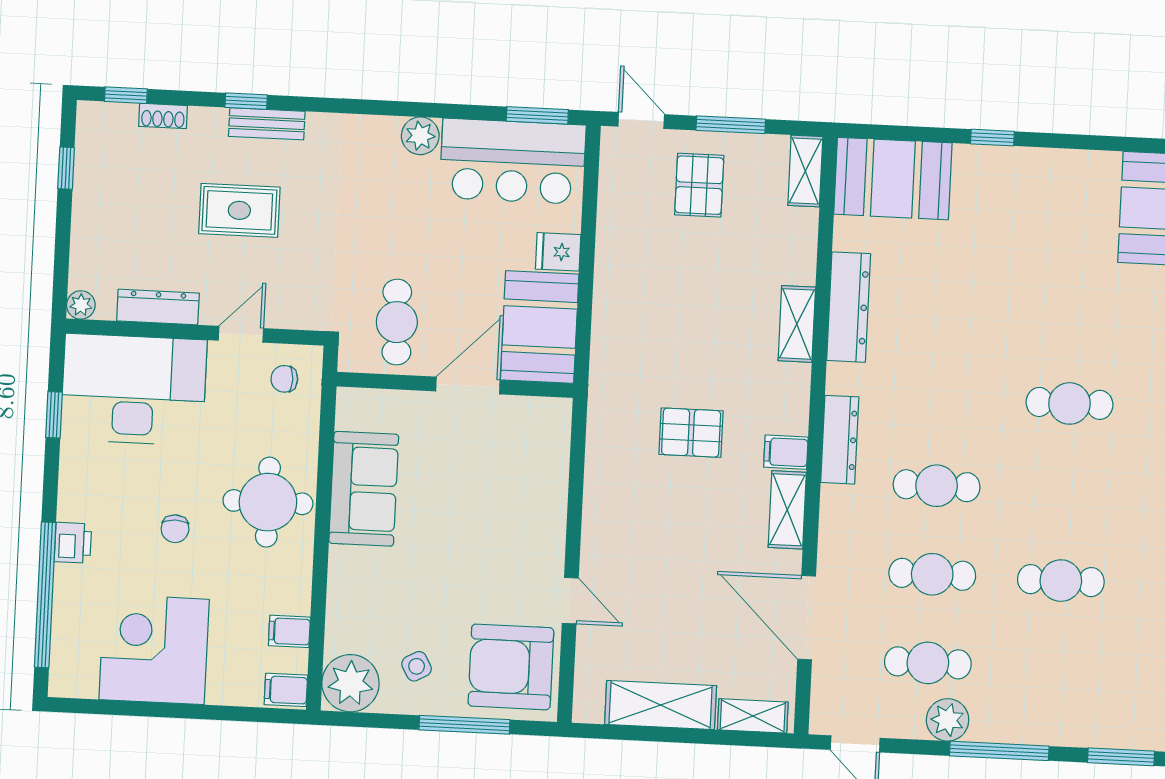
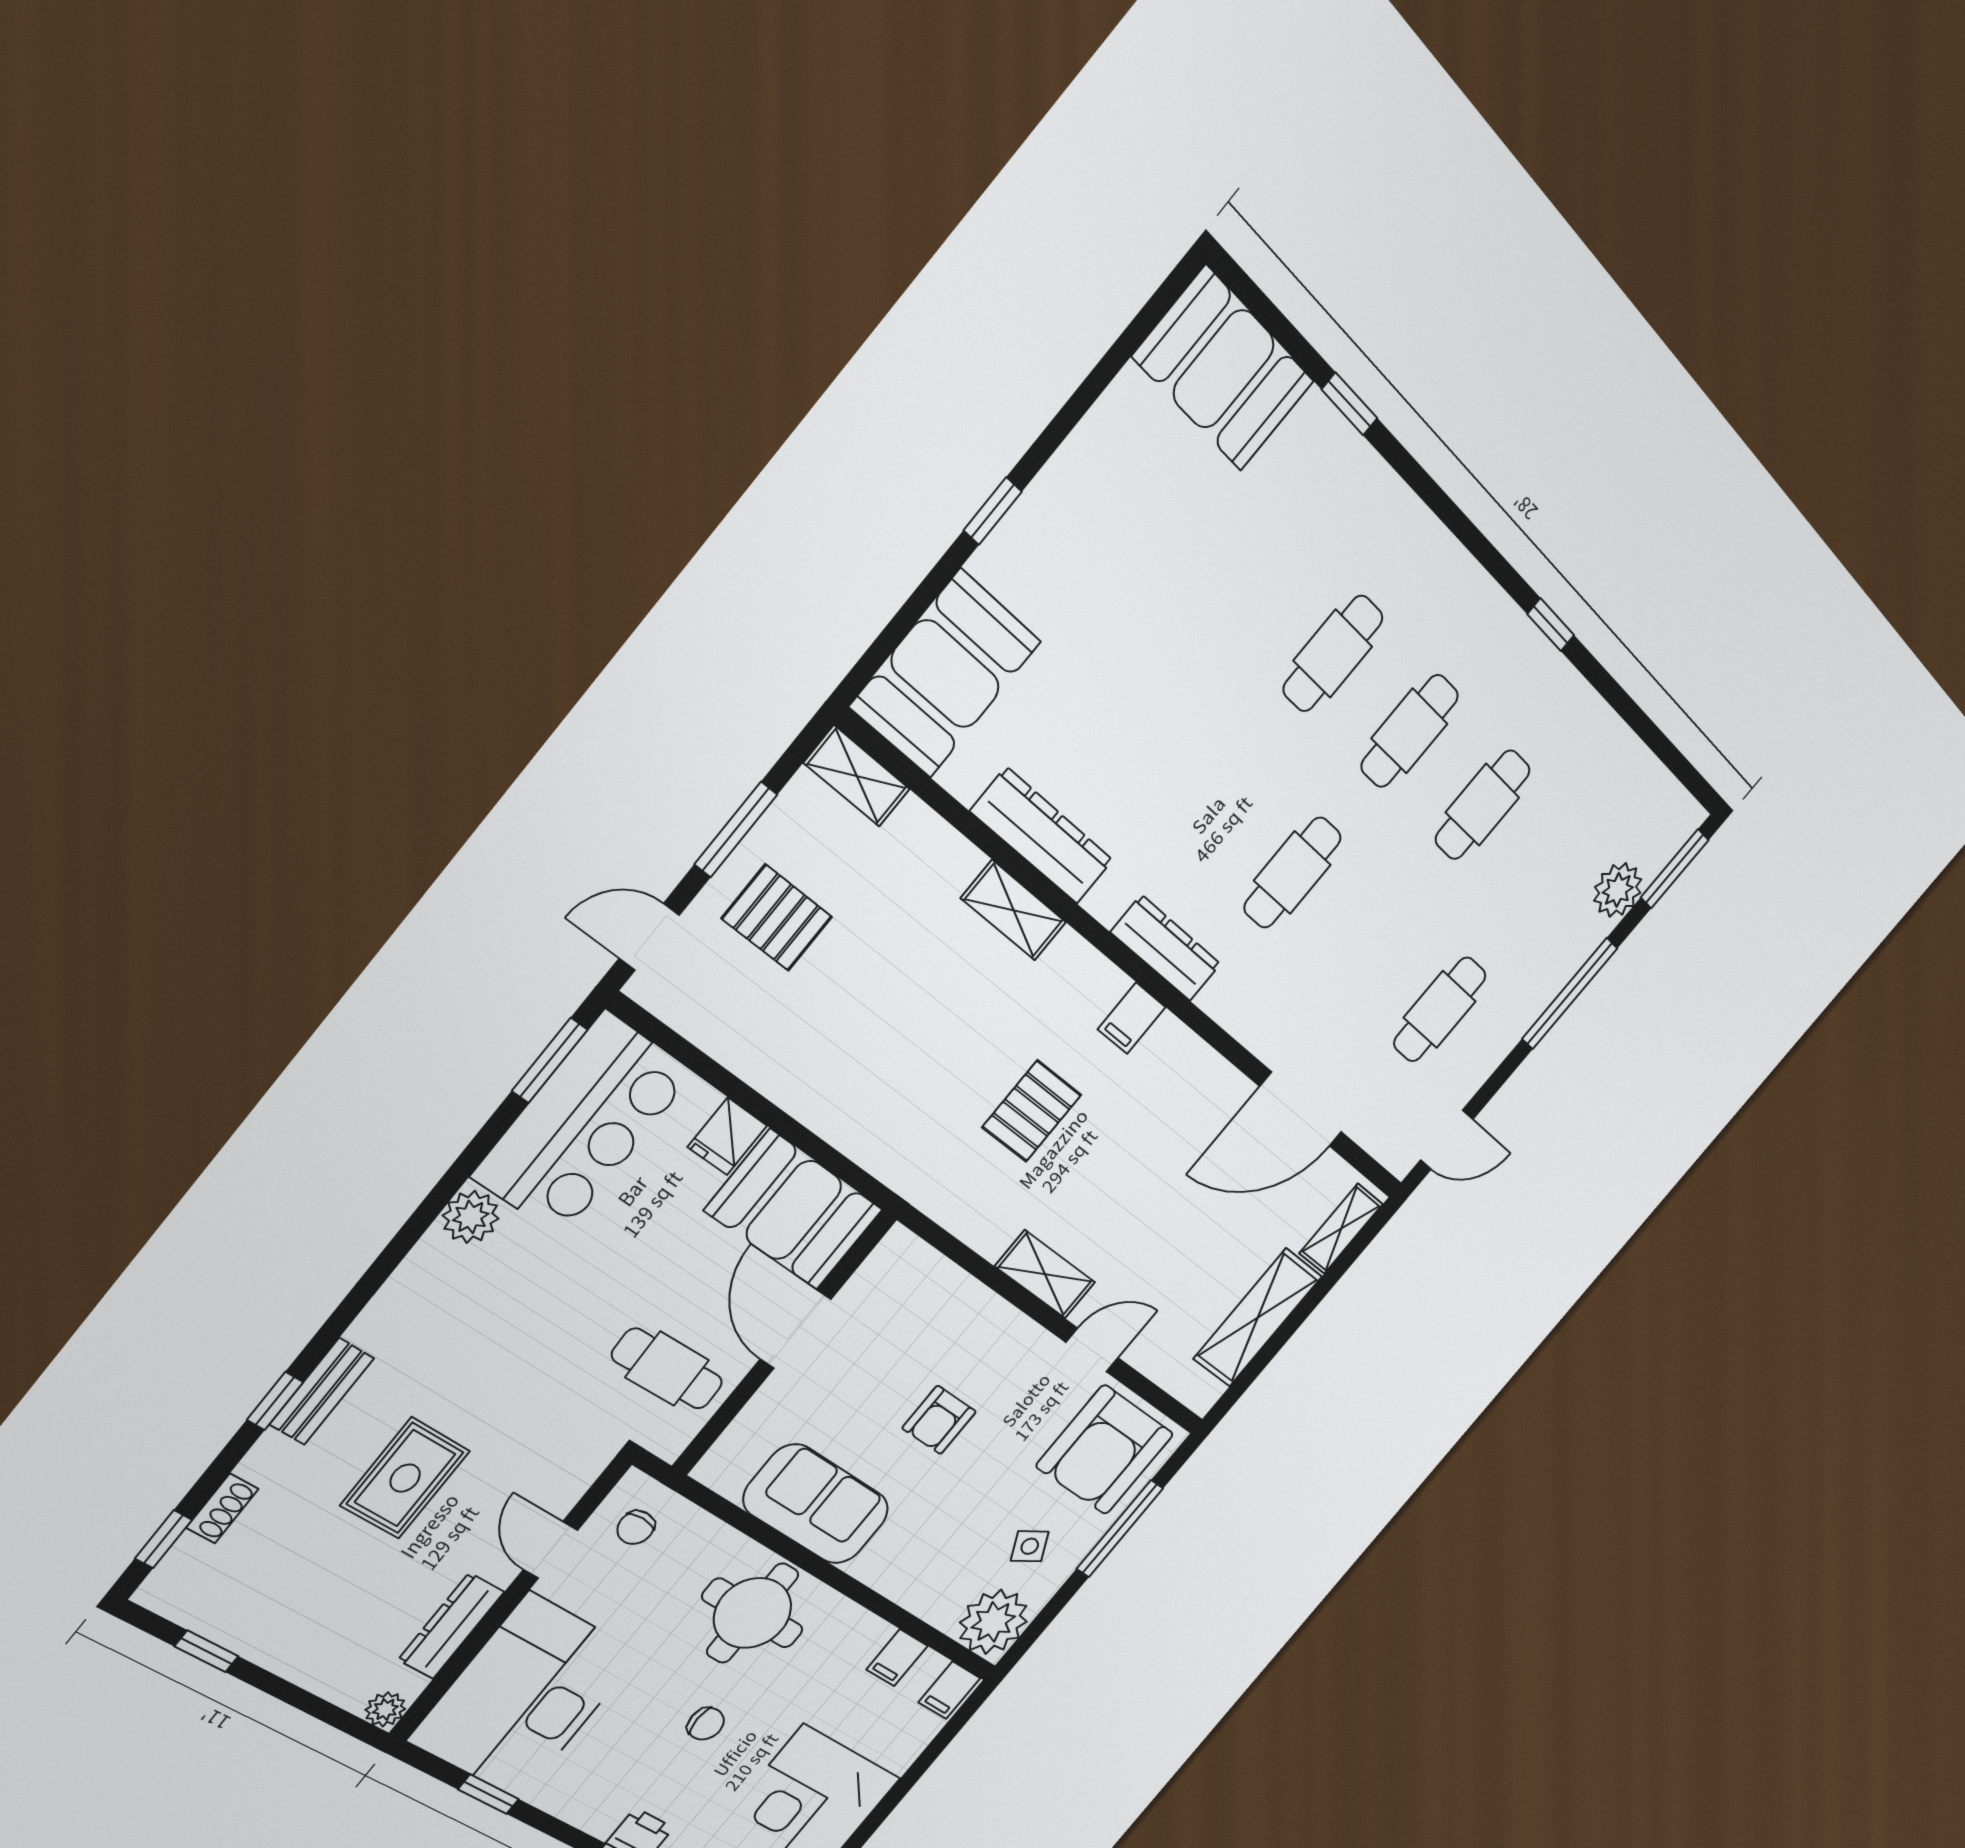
shelving: (787, 510) -> (1045, 1274), moved
armchair: (465, 530) -> (939, 1420), added
cafe table: (932, 574) -> (1410, 731), moved
plant: (948, 720) -> (1618, 890), moved

